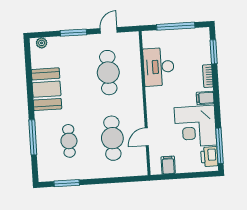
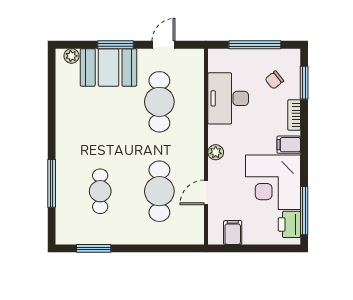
chair: (192, 51) -> (274, 80), added
booth: (46, 89) -> (109, 67), moved, turned 90
plant: (152, 107) -> (216, 152), added

